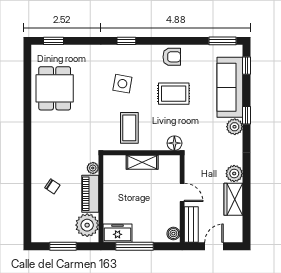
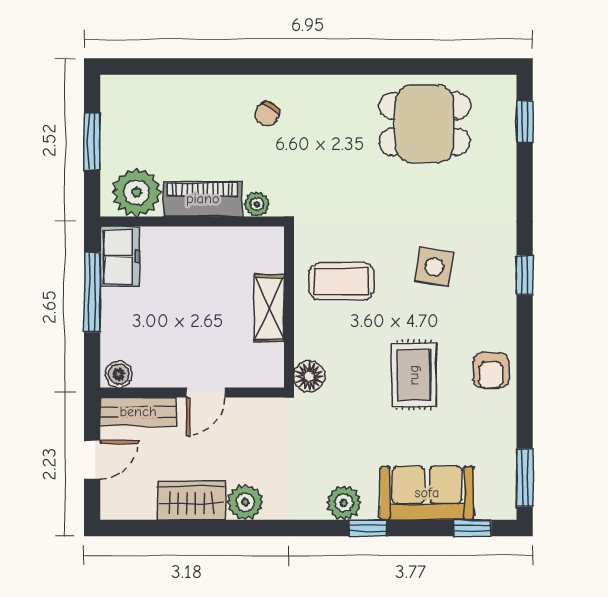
sofa: (230, 87) -> (427, 493), width x0.73
chair: (52, 186) -> (267, 114), moved
door: (214, 246) -> (92, 460), hinge flipped

